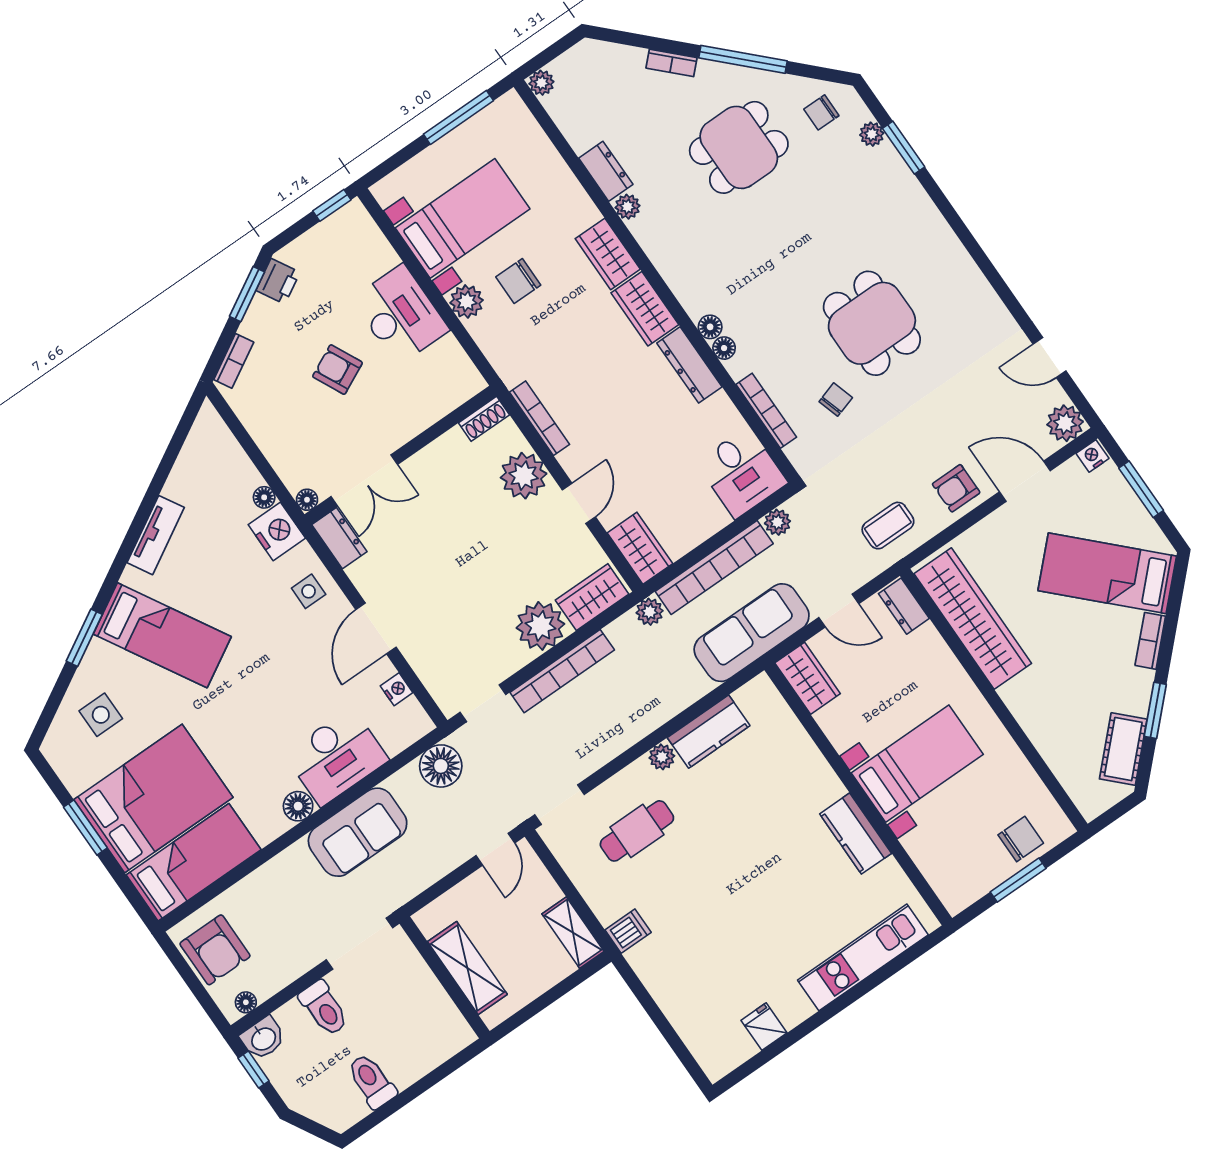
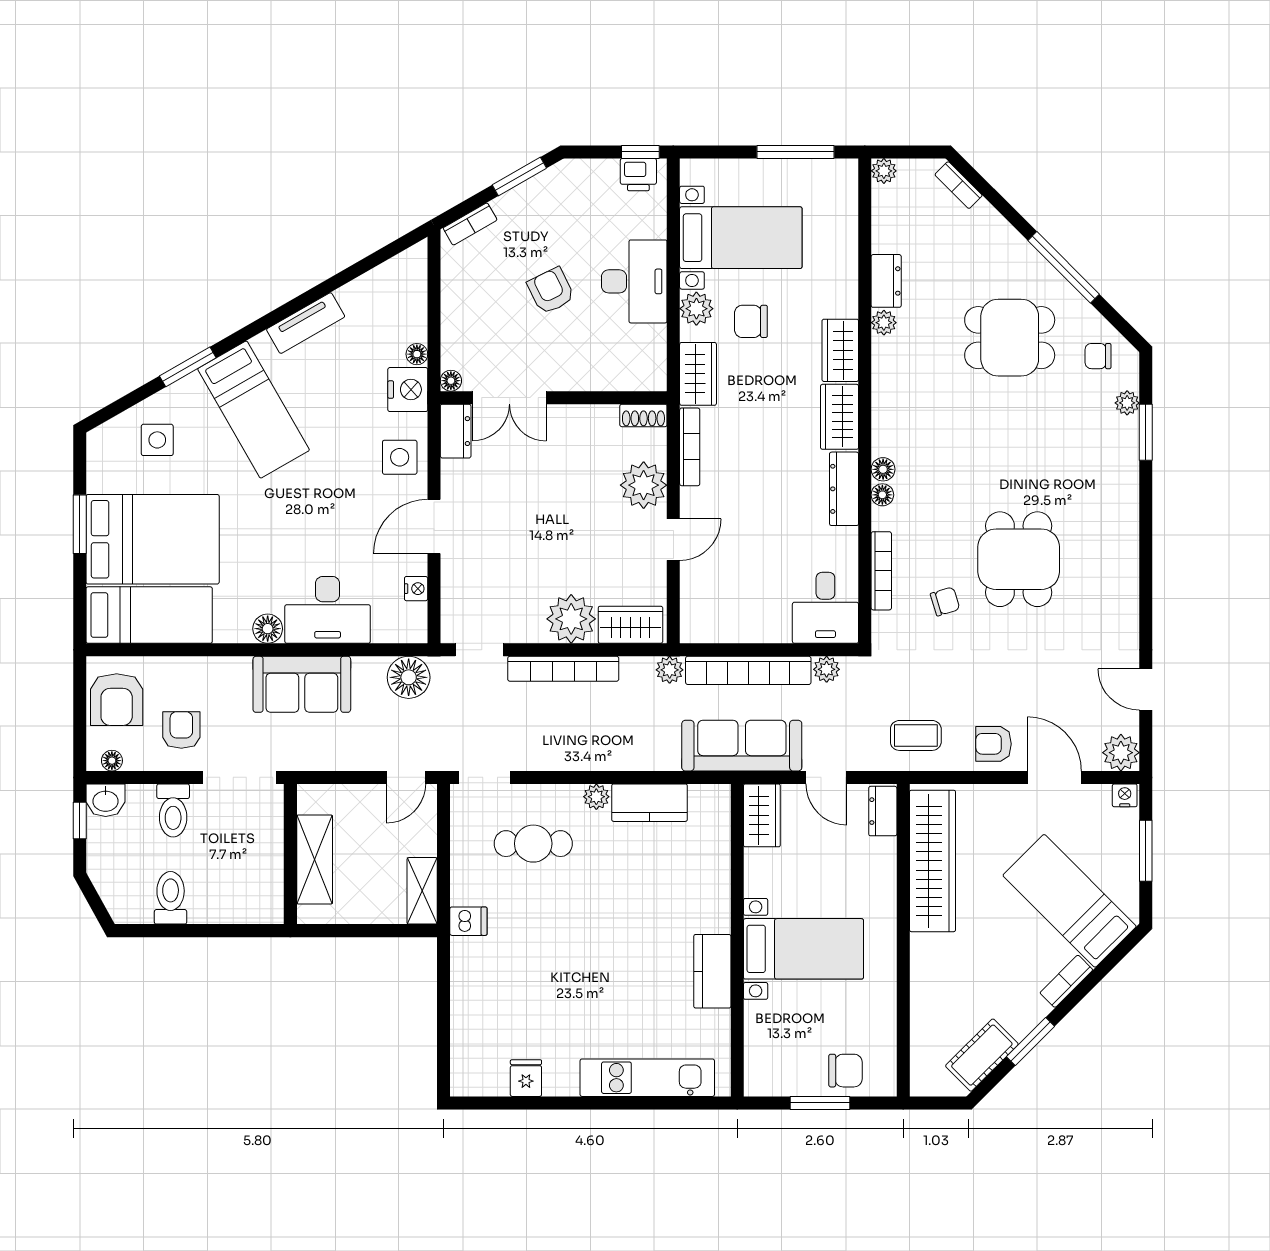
bookcase: (672, 63) -> (959, 185), moved
printer: (278, 281) -> (638, 175), moved, turned 30
wardrobe: (640, 548) -> (698, 374), moved
side table: (309, 591) -> (400, 457), width x1.37, depth x1.37
armchair: (285, 938) -> (181, 730), added

